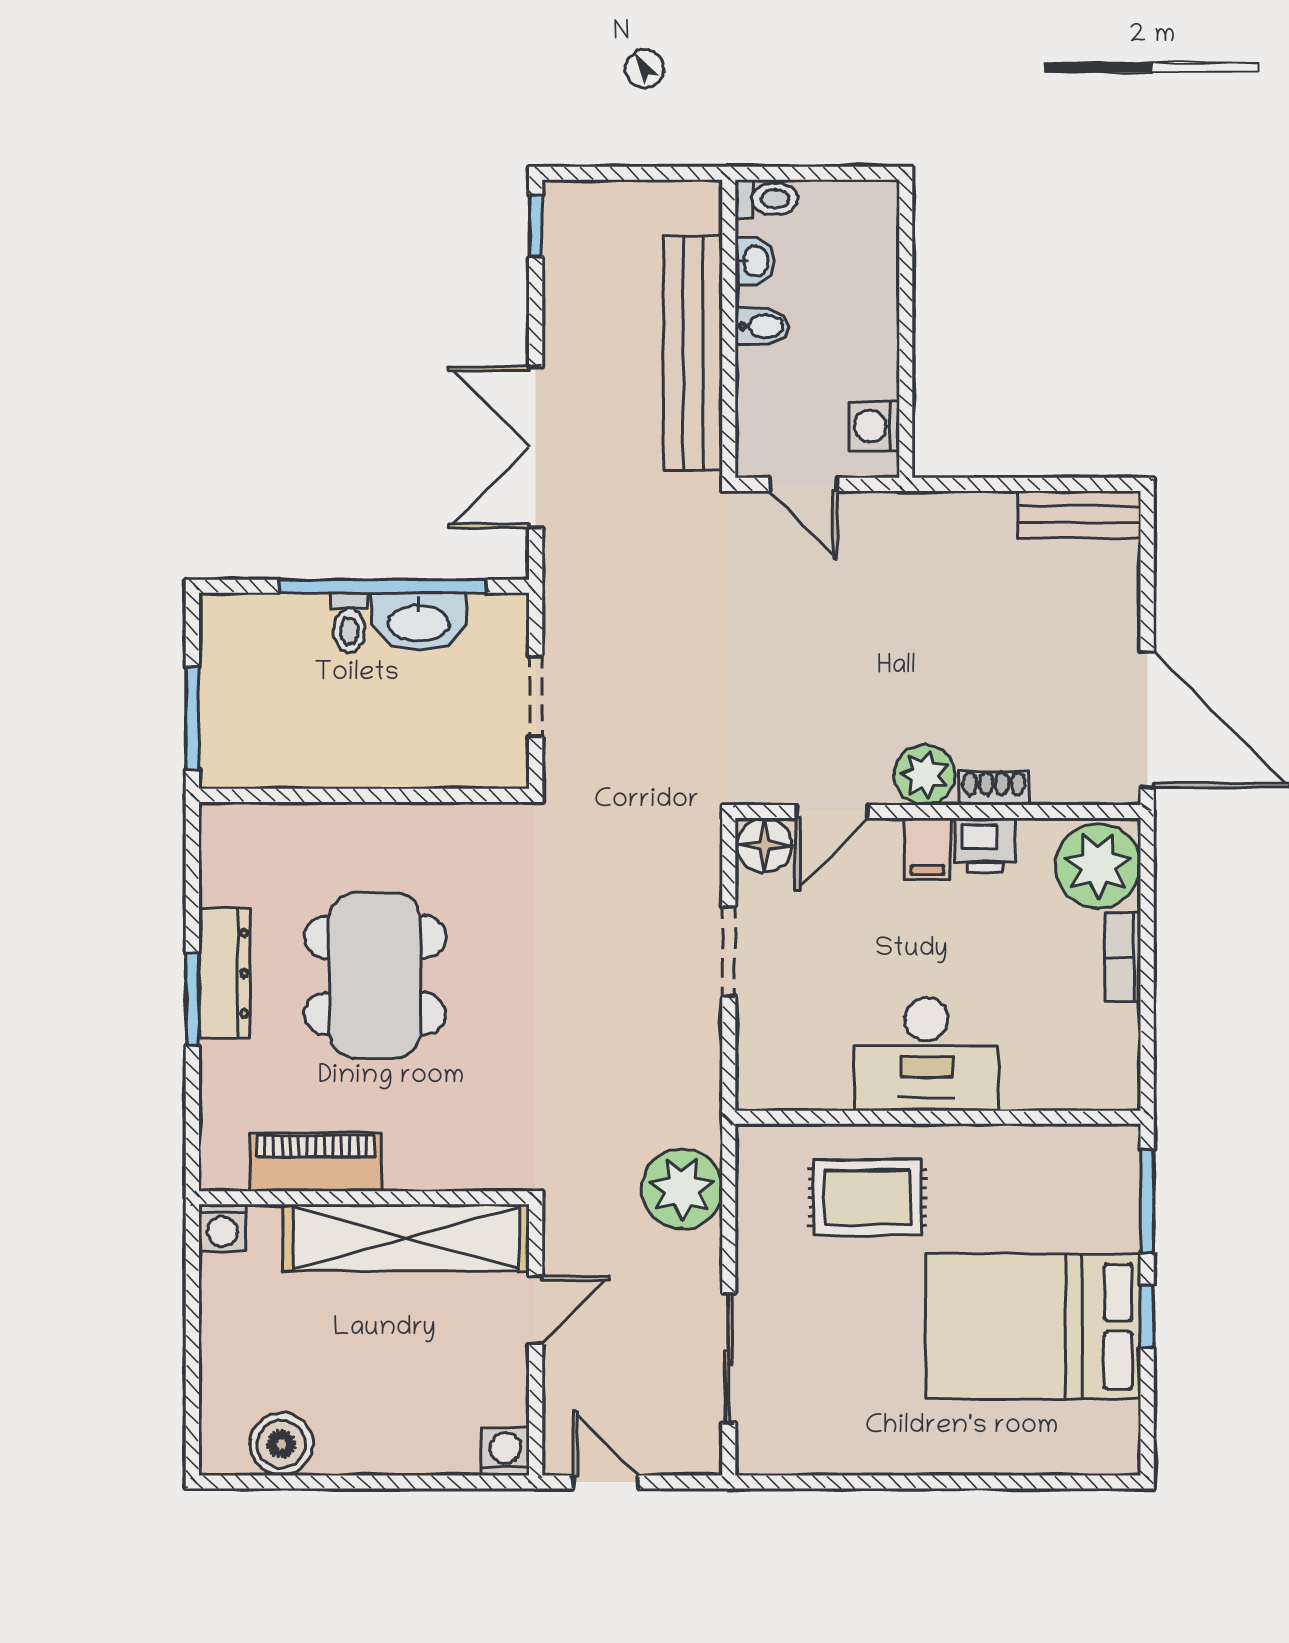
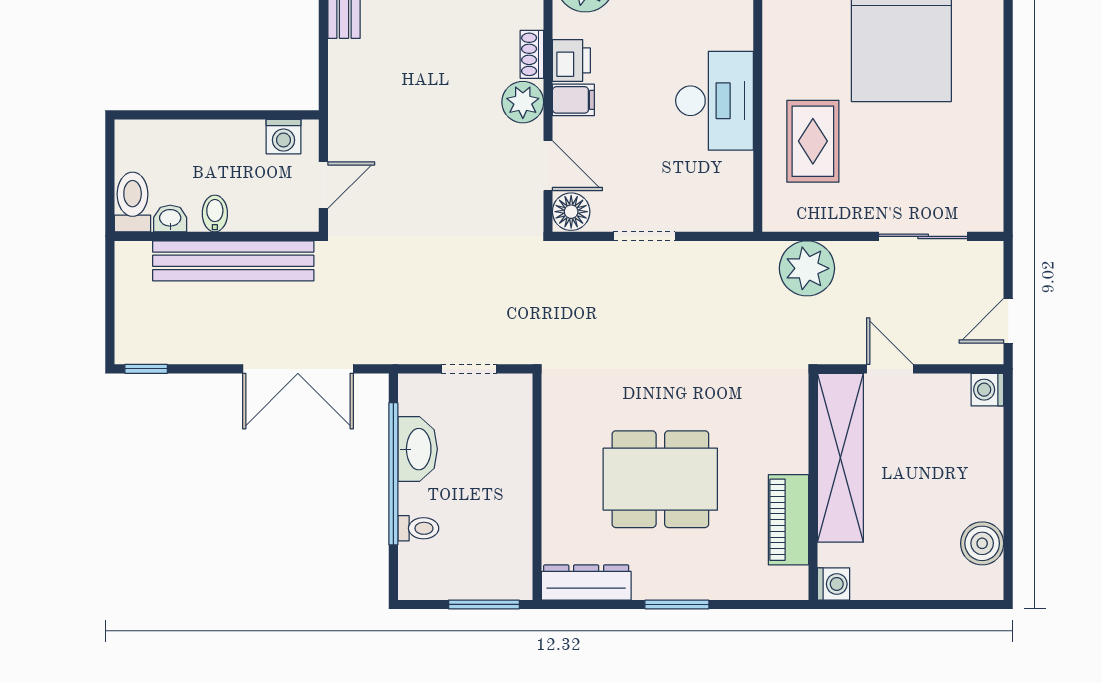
toilet: (767, 199) -> (133, 202), width x1.37, depth x1.39
toilet: (349, 622) -> (418, 528), moved
dresser: (224, 973) -> (586, 583), moved

